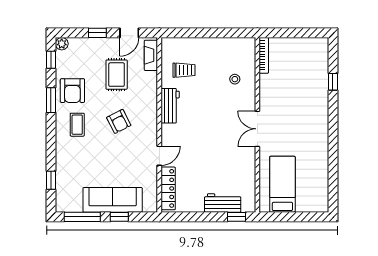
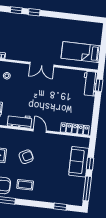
window: (333, 109) -> (34, 12), added
door: (159, 156) -> (40, 131), moved
sofa: (113, 200) -> (79, 162), width x0.73
workbench: (223, 203) -> (90, 83), moved

